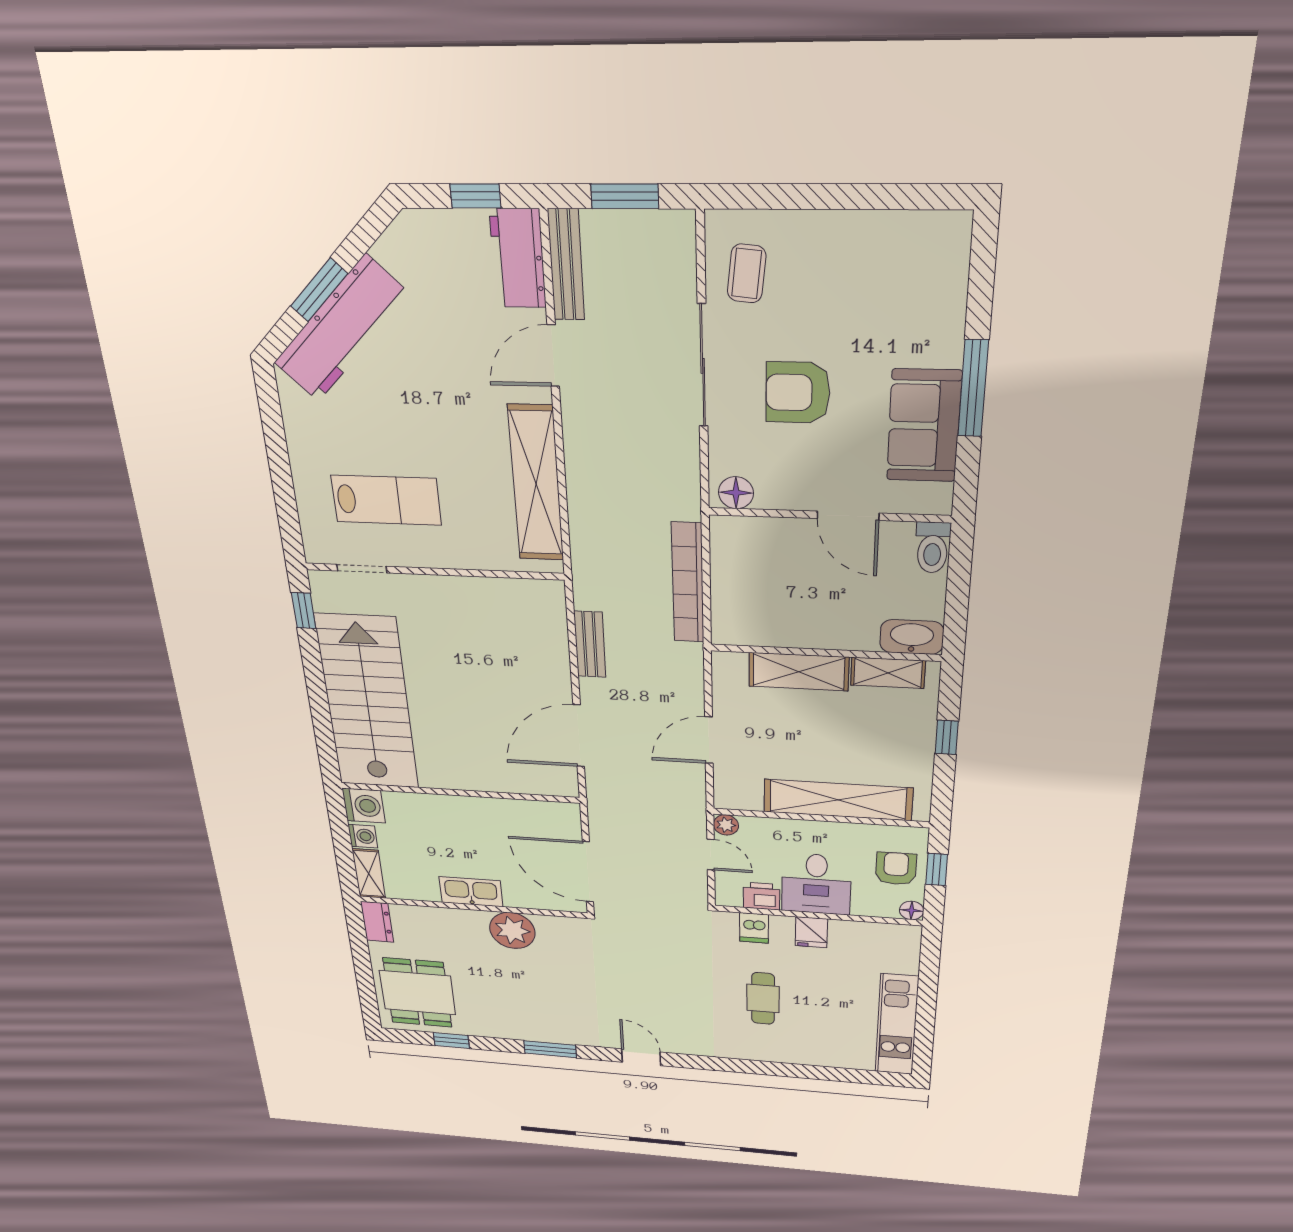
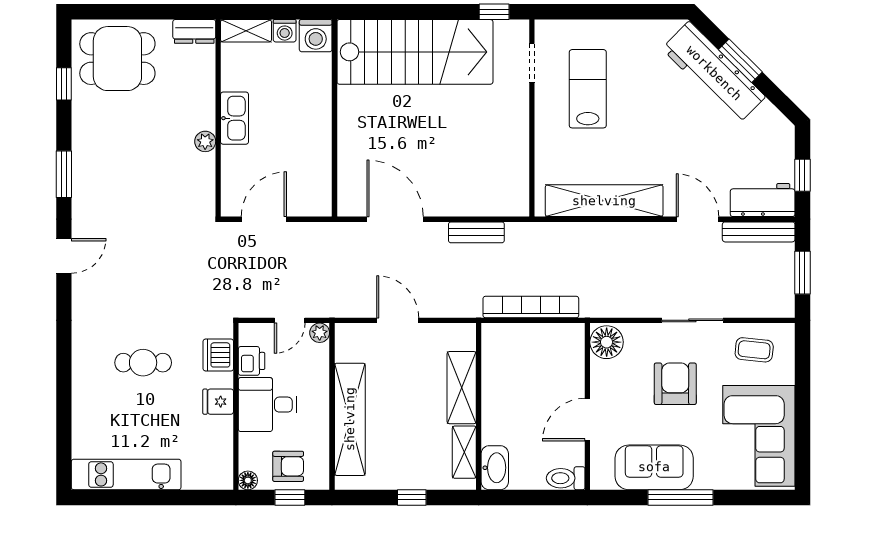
corner sofa: (883, 267) -> (759, 436), added
sliding door: (703, 366) -> (692, 320), width x0.73
floor lamp: (736, 493) -> (607, 342), width x1.38, depth x1.38
lab bench: (386, 500) -> (588, 89), turned 180
door: (588, 872) -> (264, 219), width x0.73
dishwasher: (754, 928) -> (218, 355), width x1.38
plant: (512, 931) -> (205, 141), width x0.53, depth x0.53

